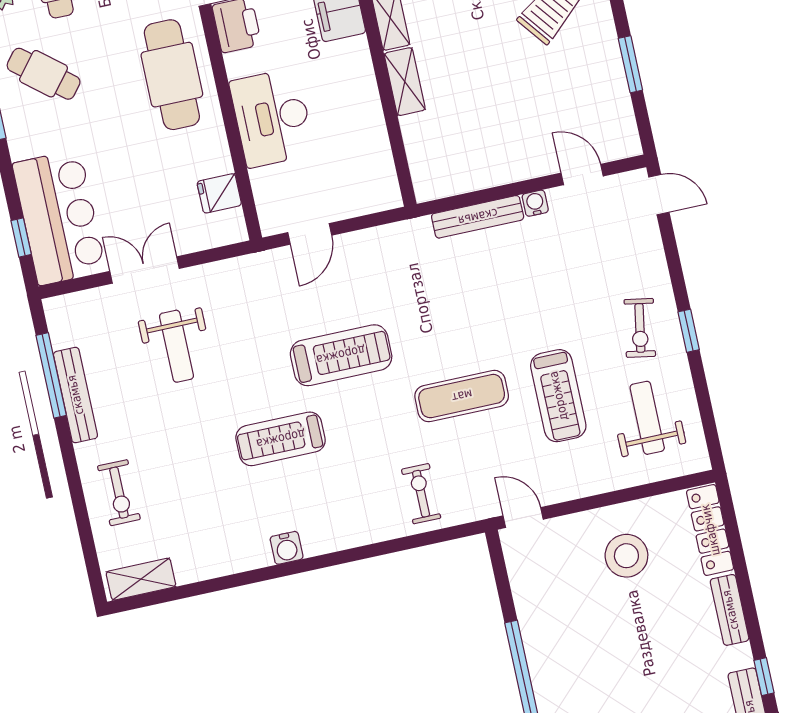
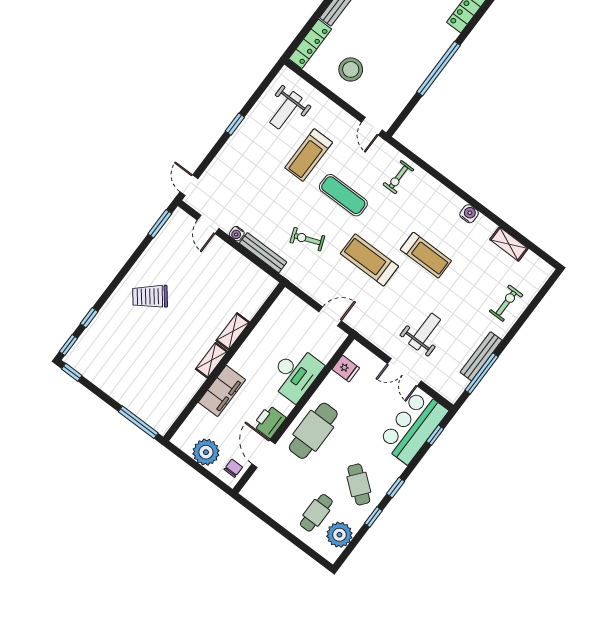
window: (630, 64) -> (160, 224), moved
exercise bike: (640, 328) -> (307, 239), moved, turned -121
treadmill: (558, 396) -> (309, 155), turned 180
shelving: (141, 579) -> (509, 244), moved

